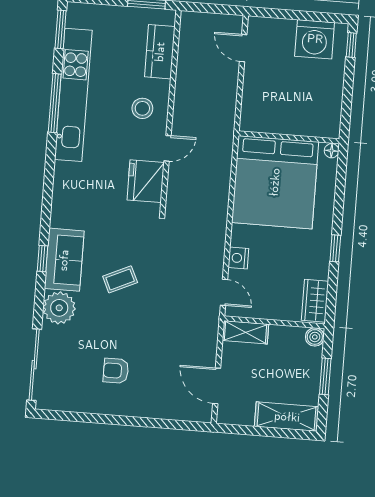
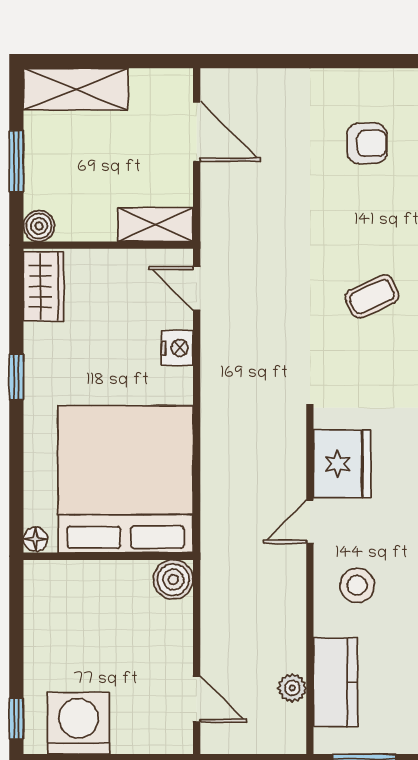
plant: (186, 50) -> (292, 688), added
boiler: (251, 120) -> (173, 580), added

